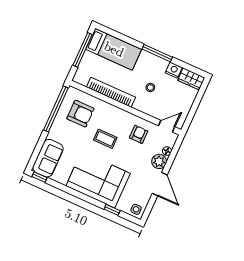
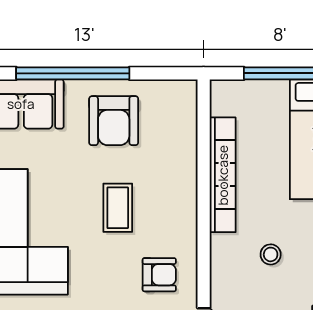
window: (56, 109) -> (73, 73), moved
armchair: (80, 114) -> (114, 121), moved

